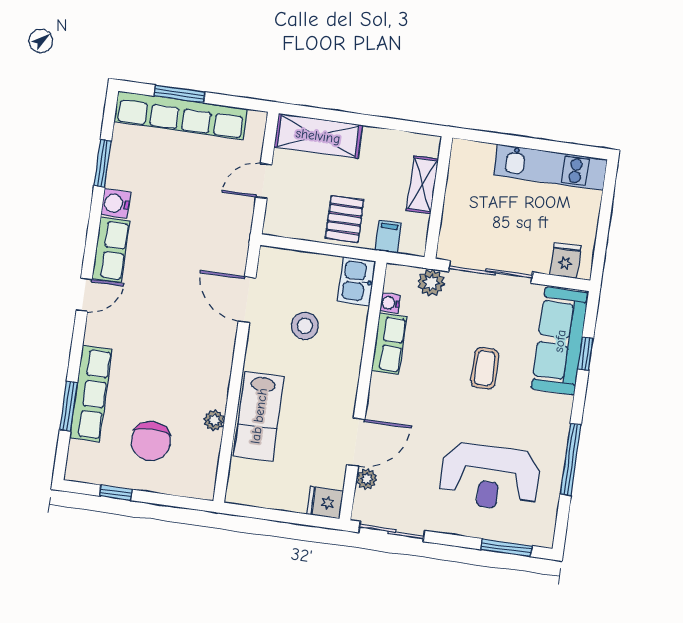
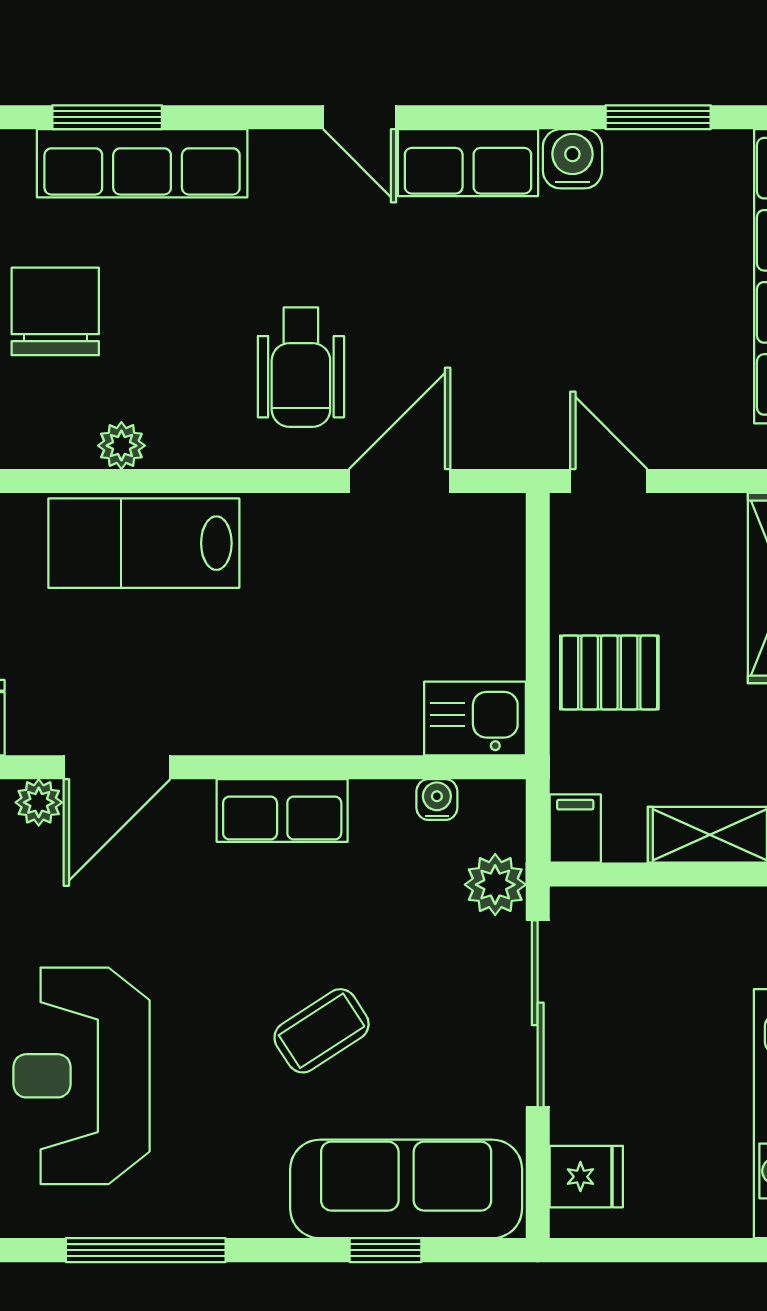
door: (264, 181) -> (609, 481), moved
filing cabinet: (388, 237) -> (575, 828), moved, turned -90
stool: (305, 326) -> (360, 617), removed
wheelchair: (191, 336) -> (301, 367), added
row of seats: (389, 344) -> (282, 810), moved
coffee table: (485, 368) -> (322, 1031), turned -33
chair: (151, 441) -> (55, 311), turned 90
door: (356, 442) -> (117, 767), hinge flipped

